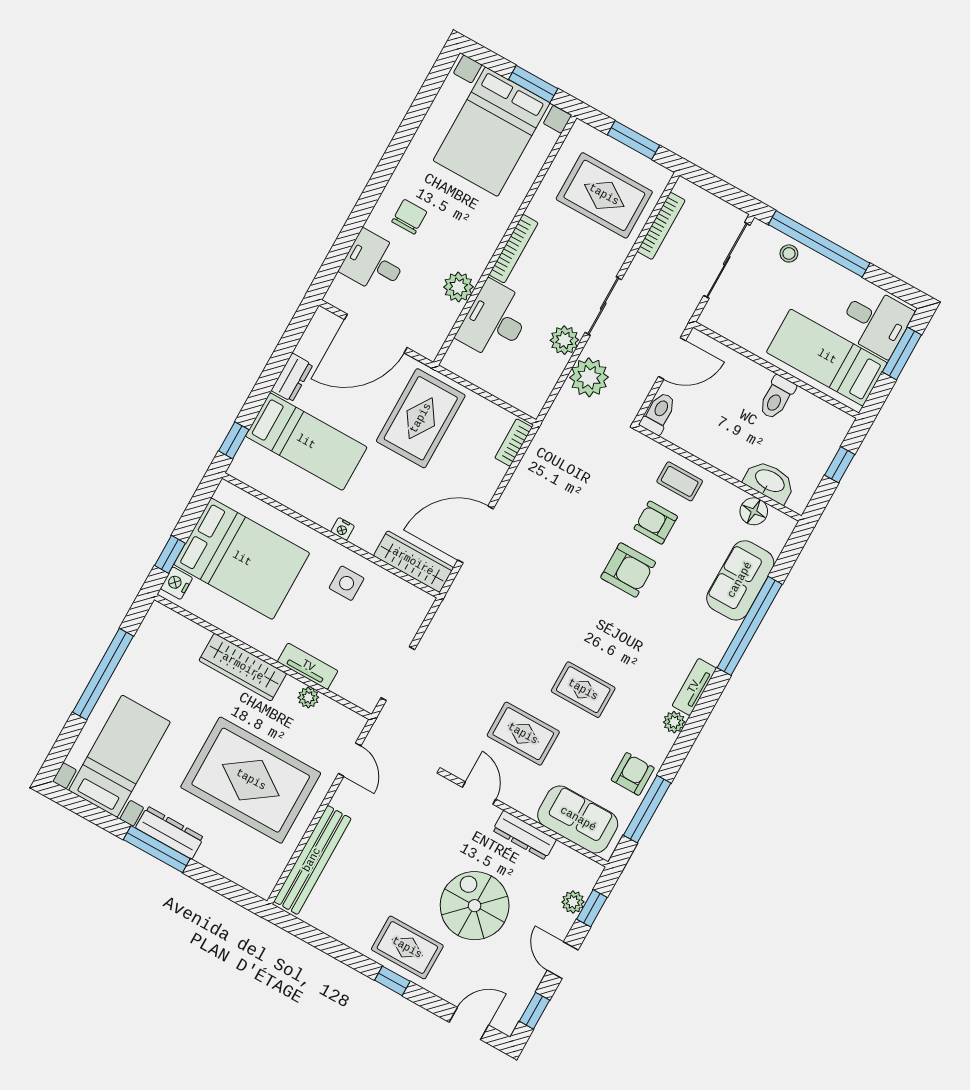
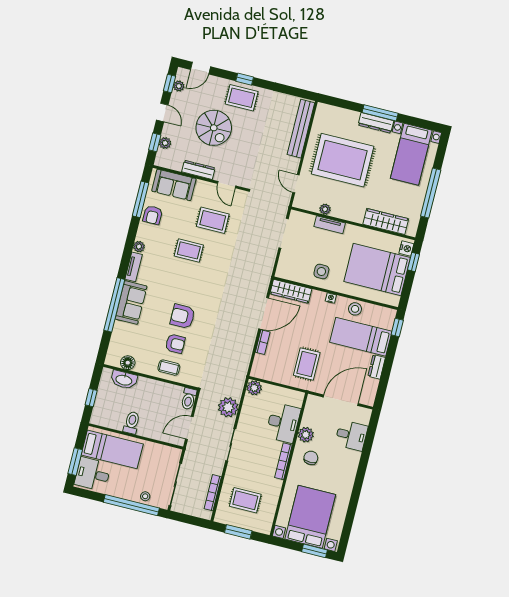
window: (533, 84) -> (315, 551), moved
rug: (604, 195) -> (245, 500), width x0.73, depth x0.70
chair: (409, 217) -> (311, 458), moved, turned 180
plant: (564, 340) -> (254, 388), moved
rug: (421, 418) -> (307, 364), width x0.73, depth x0.70
bookcase: (513, 443) -> (263, 342), moved
stool: (303, 496) -> (355, 309), added
sofa: (740, 580) -> (131, 303), moved
wardrobe: (243, 667) -> (386, 221), moved
plant: (518, 1001) -> (179, 86), added

